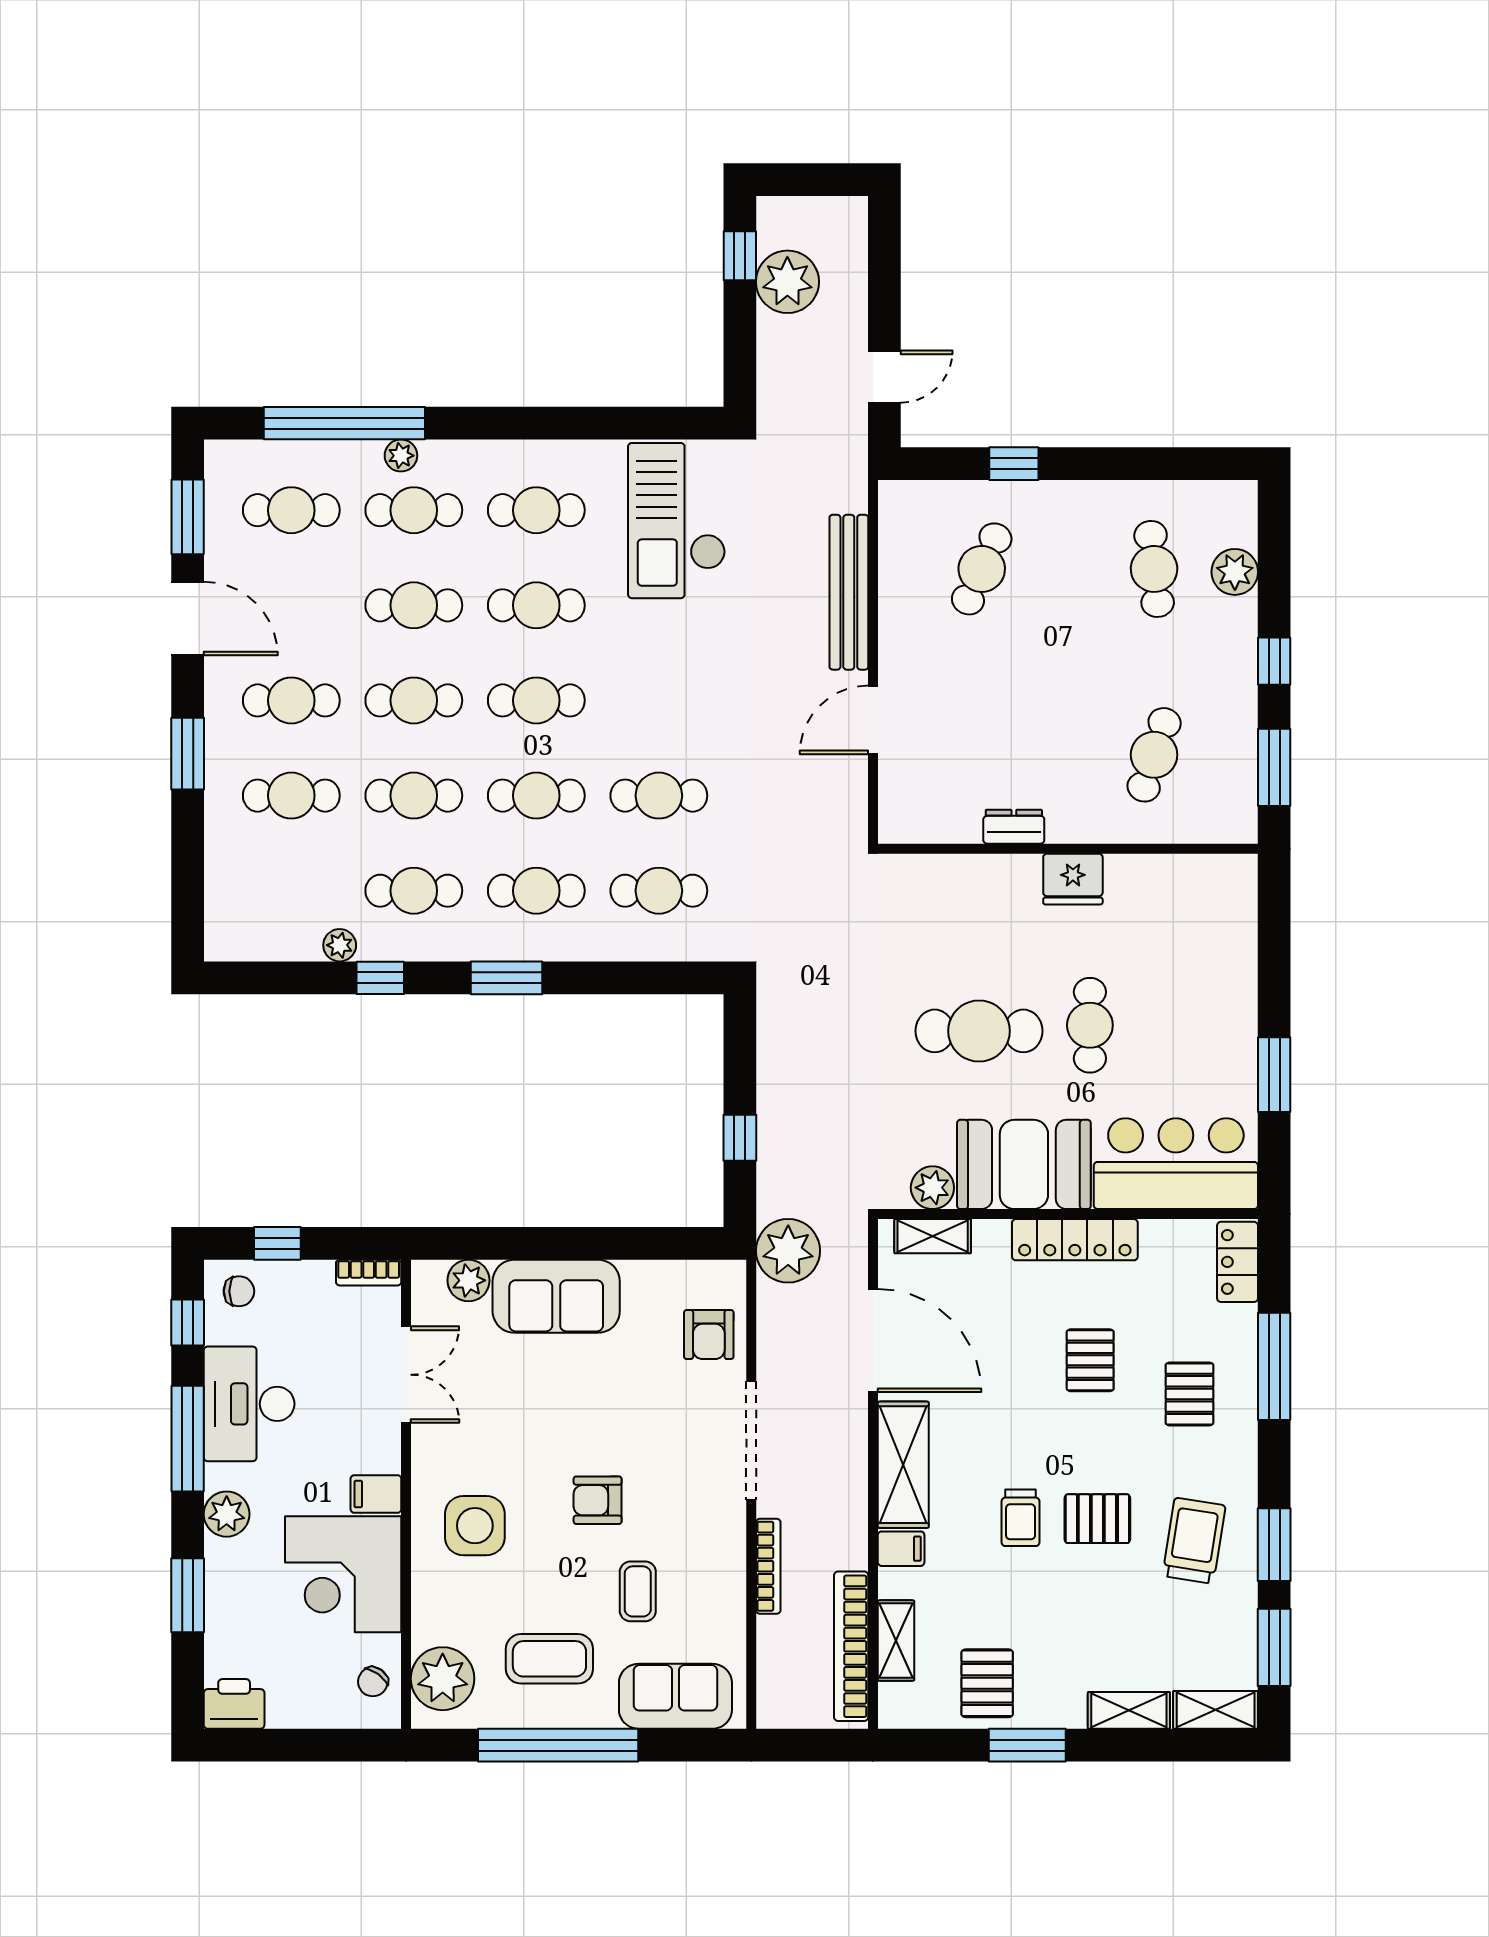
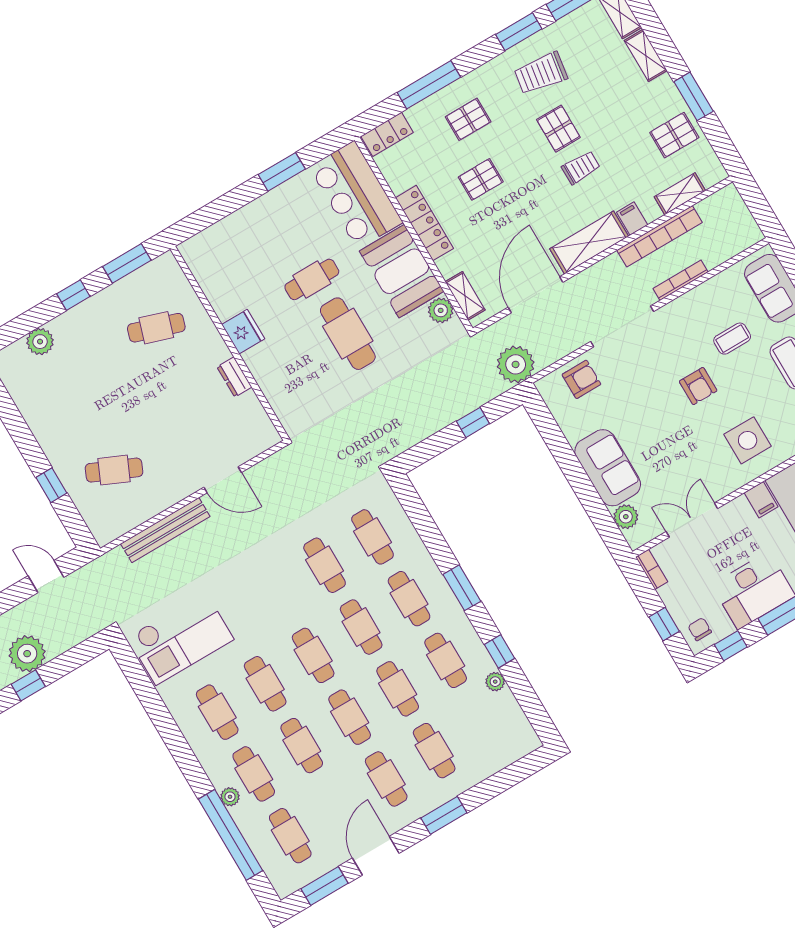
cafe table: (1154, 569) -> (63, 383), removed
bookcase: (851, 1646) -> (660, 236), moved

